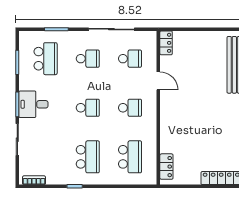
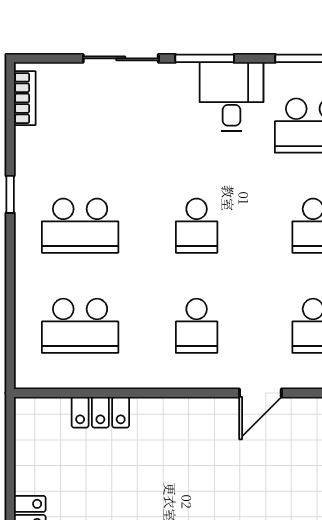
desk: (33, 104) -> (231, 97), moved
locker: (166, 167) -> (100, 412), moved

